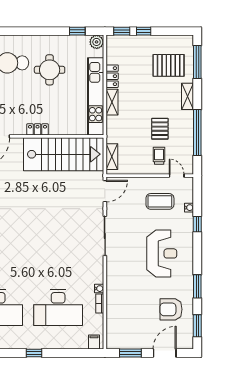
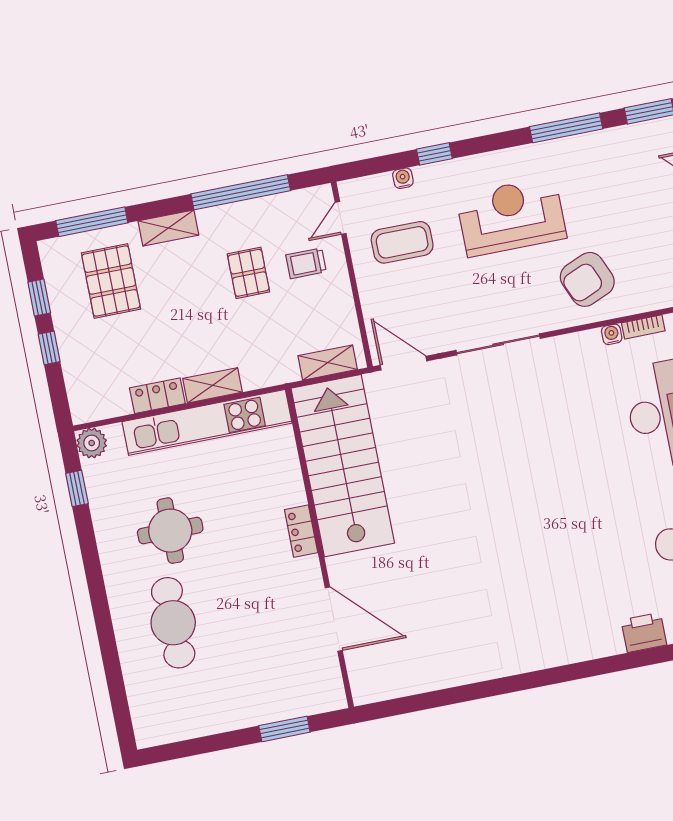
window: (122, 31) -> (39, 297), moved
pallet: (160, 129) -> (248, 273), turned 90
coffee table: (160, 201) -> (402, 242), turned 90
window: (197, 286) -> (566, 128), width x1.44
armchair: (171, 309) -> (587, 279), moved, turned 67

